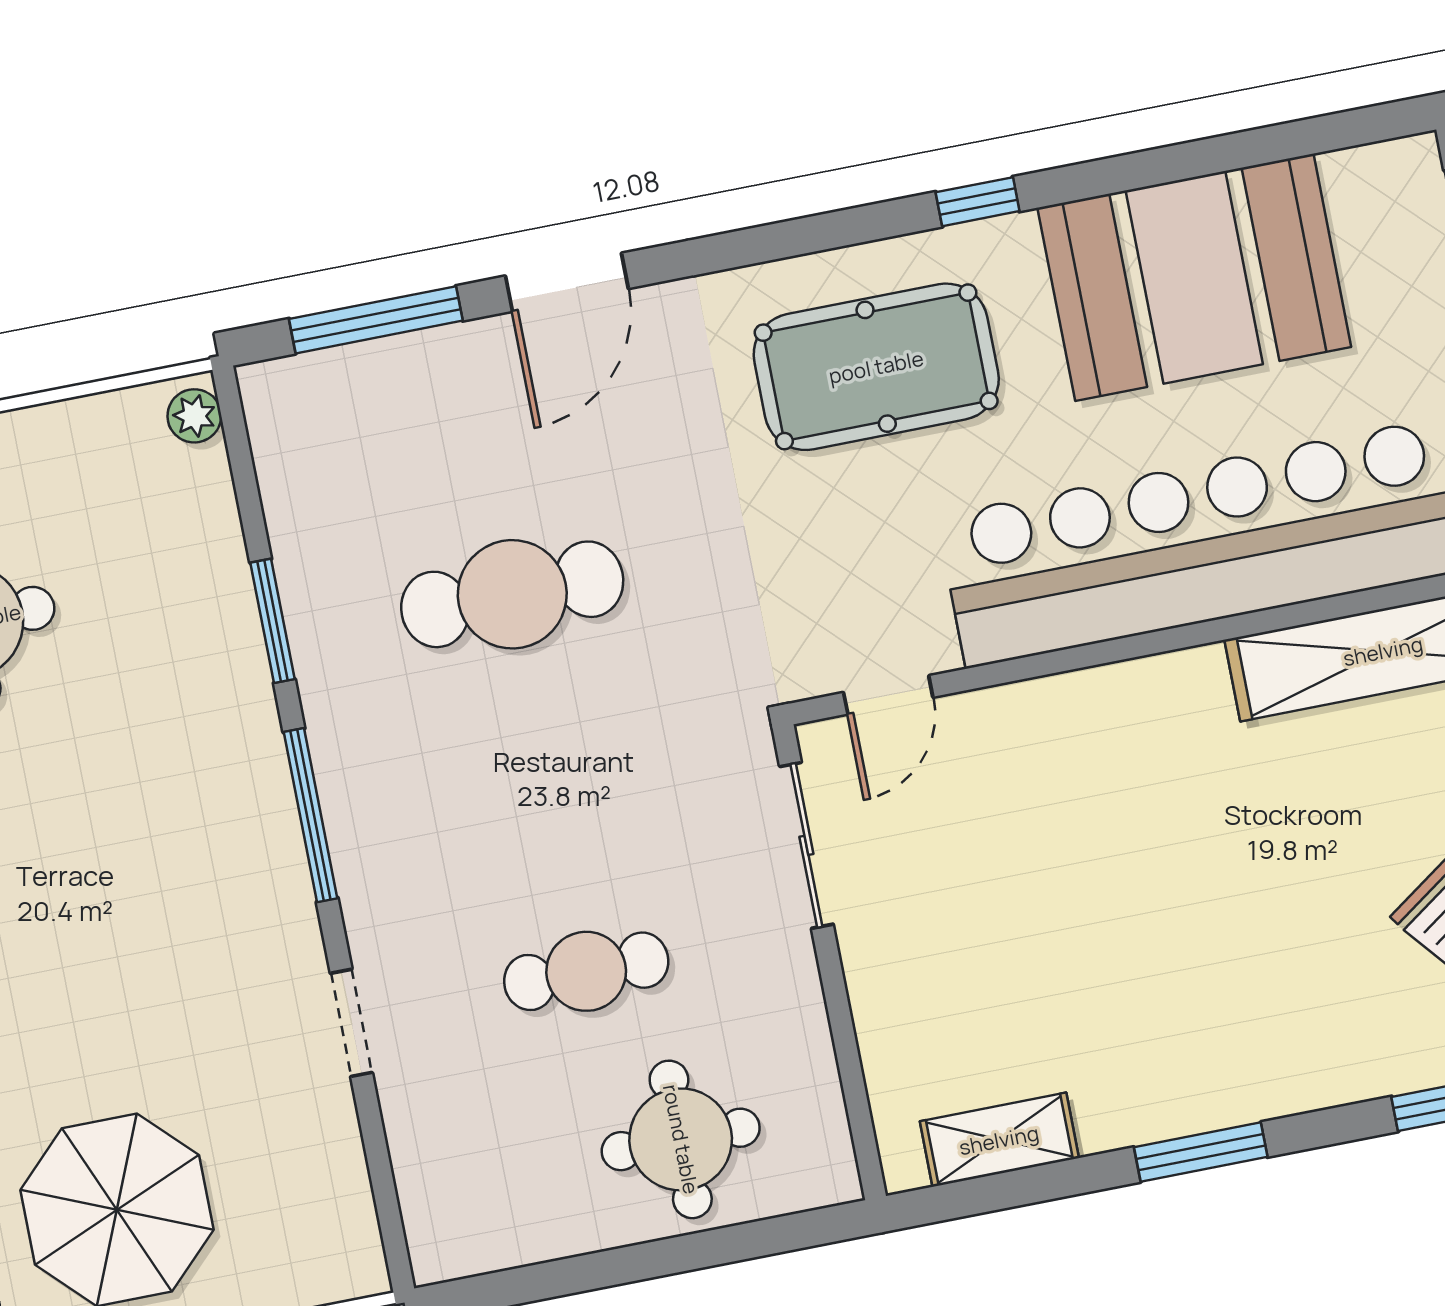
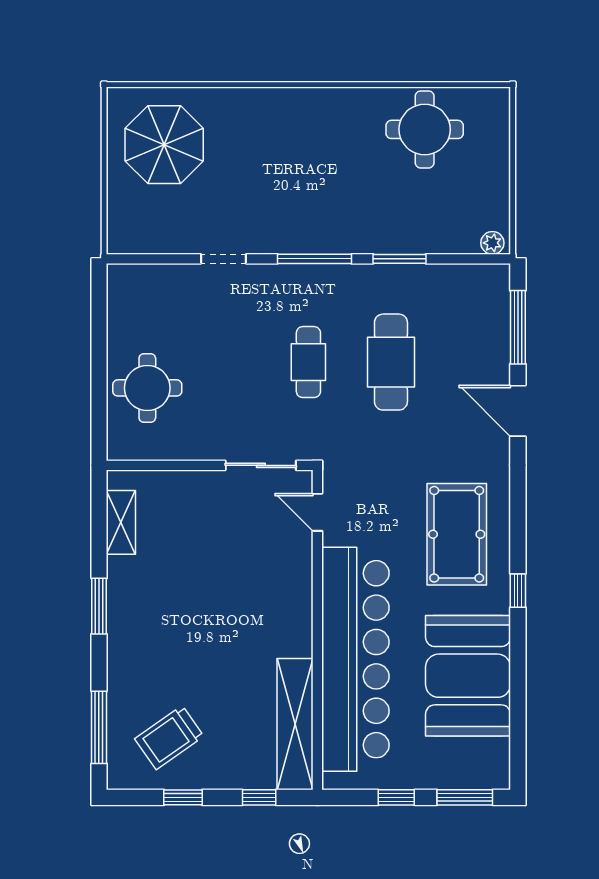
cafe table: (586, 971) -> (308, 362), moved

